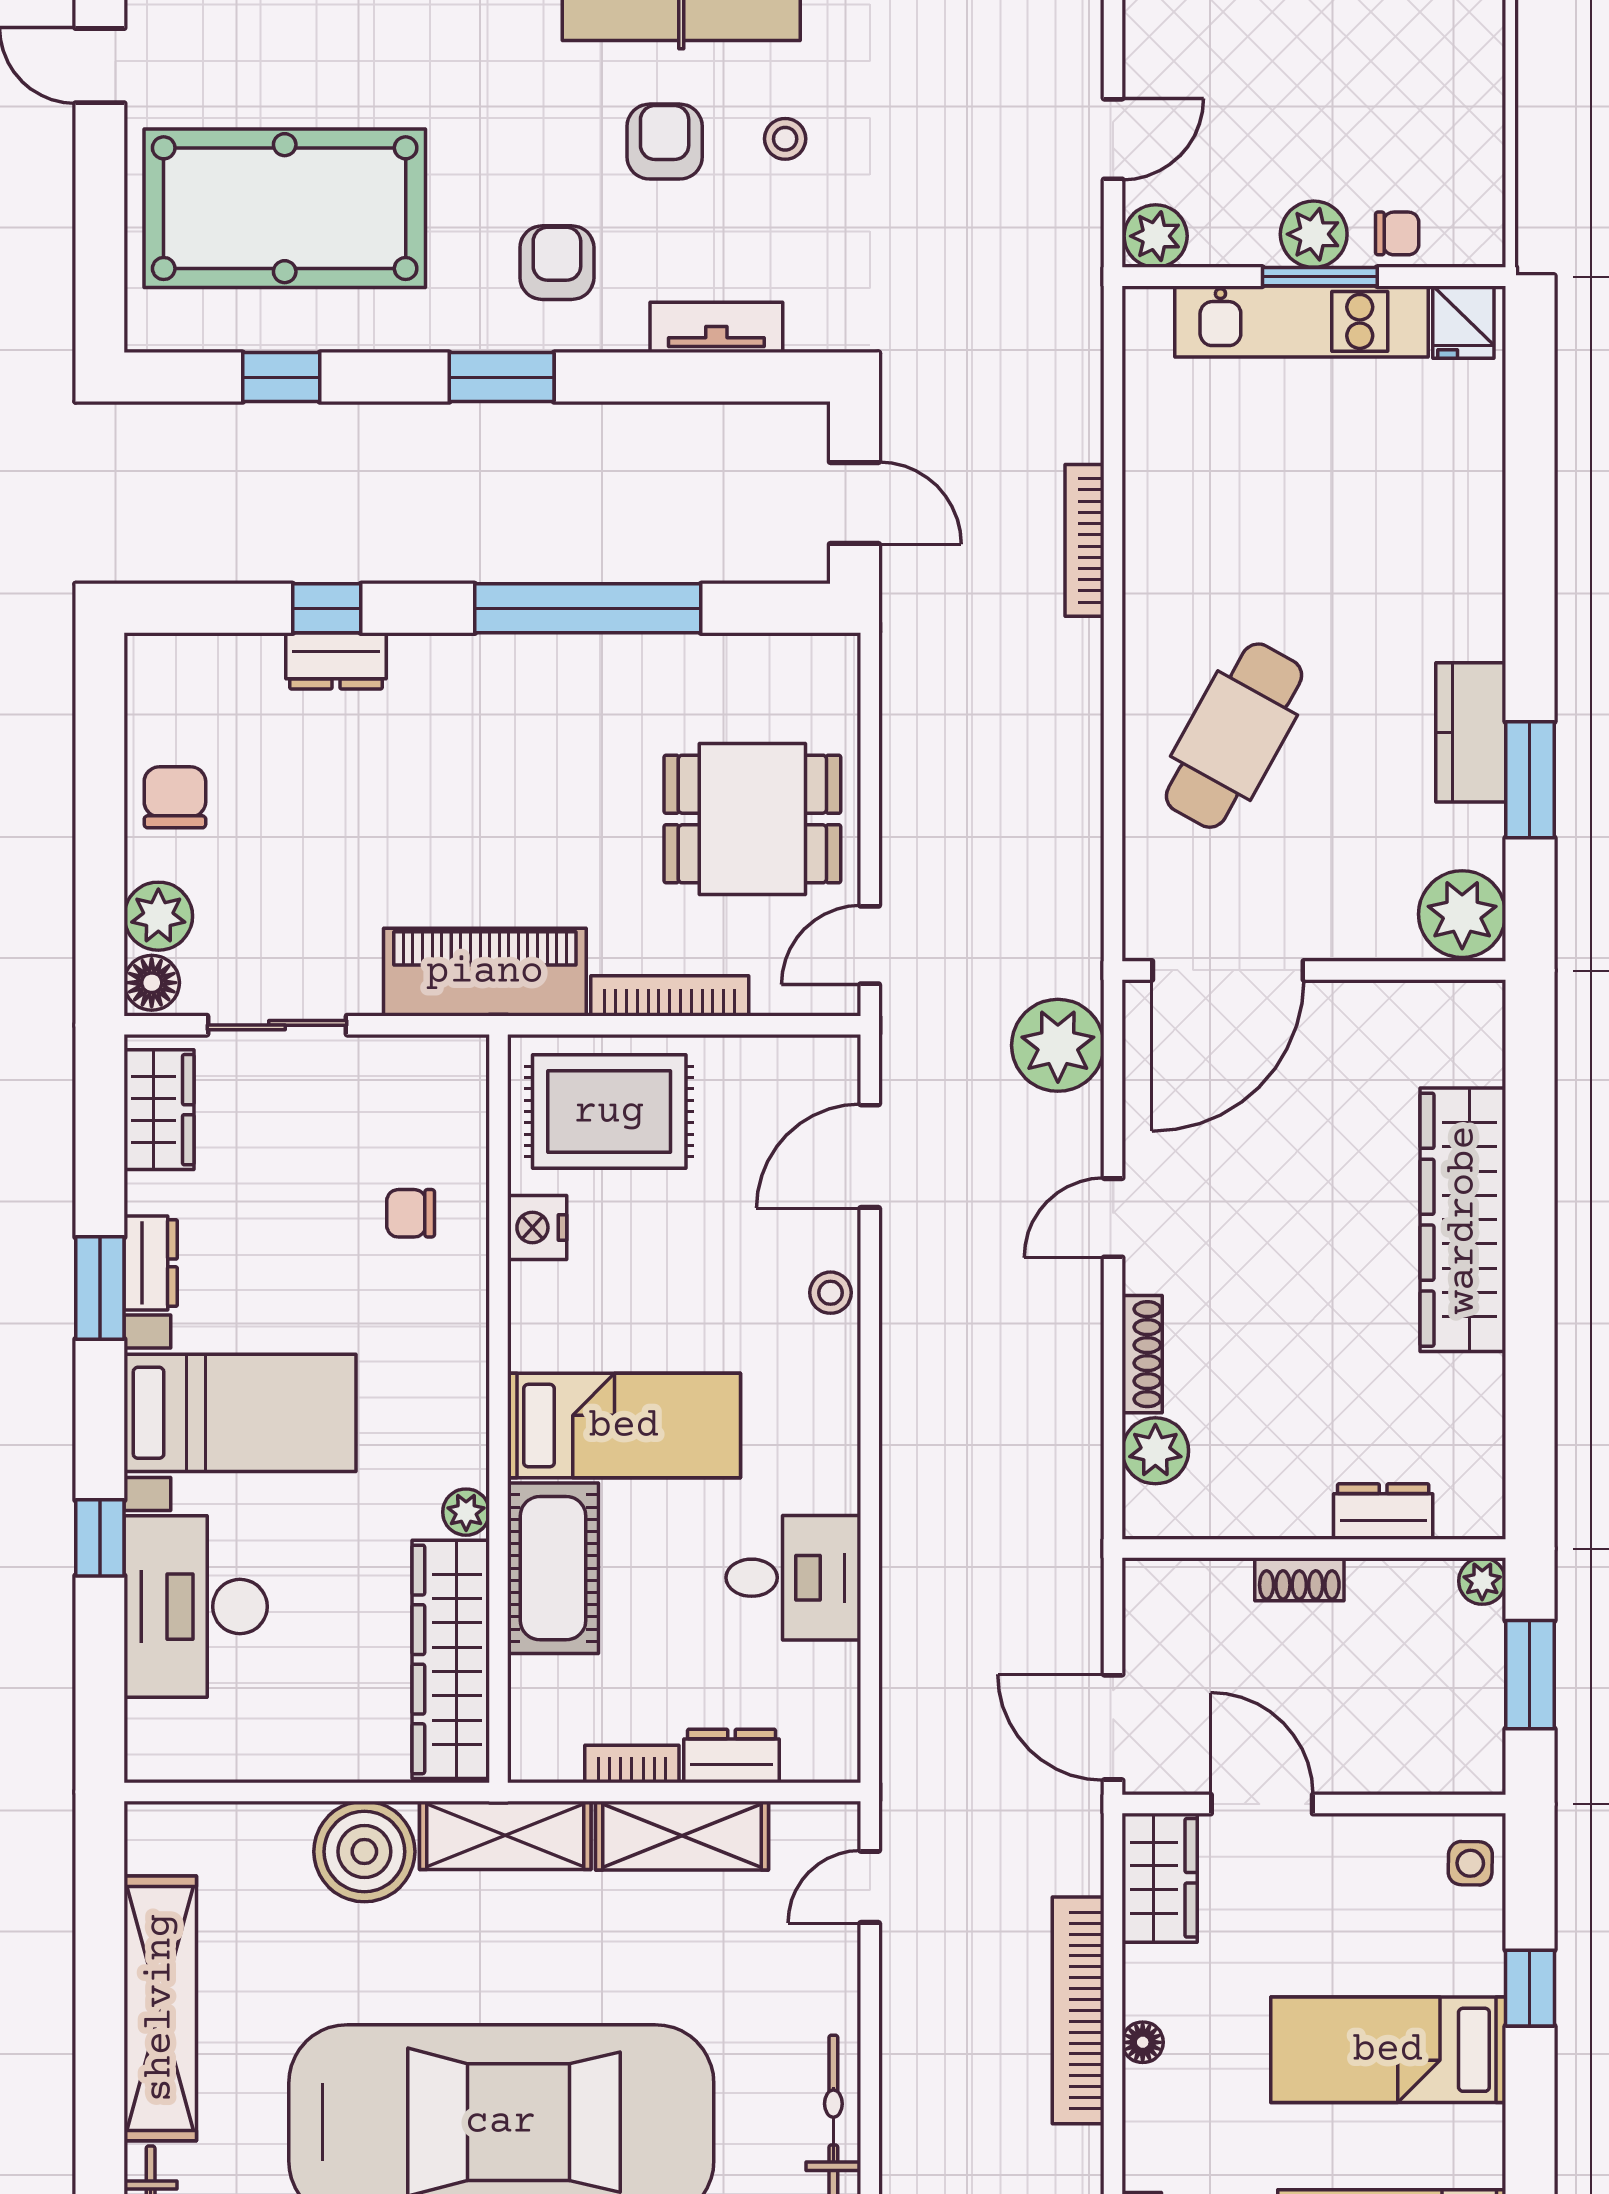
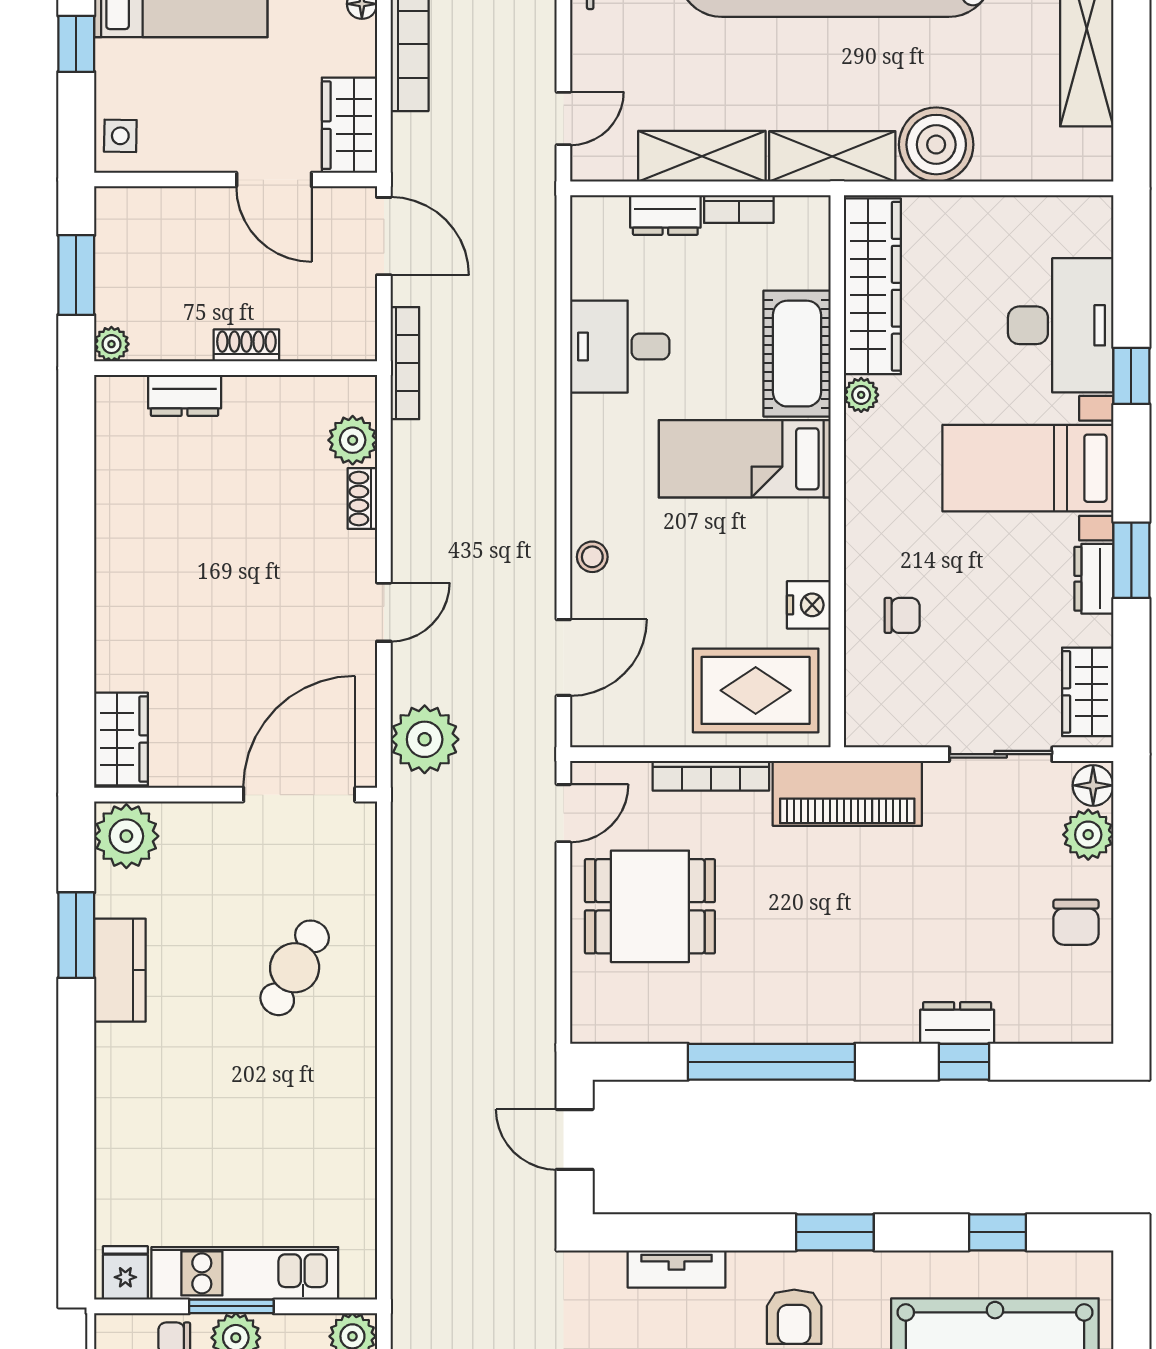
bookcase: (1085, 540) -> (405, 363), moved
cafe table: (1234, 736) -> (295, 968), width x0.73, depth x0.74
wardrobe: (1463, 1220) -> (121, 739), moved, width x0.48, depth x0.85
shoe rack: (1142, 1354) -> (362, 499), width x0.70

